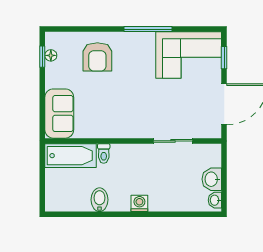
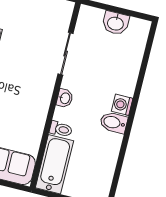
bidet: (100, 200) -> (114, 123), moved
washbasin: (215, 200) -> (65, 98), moved, turned -90

